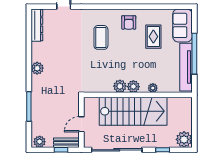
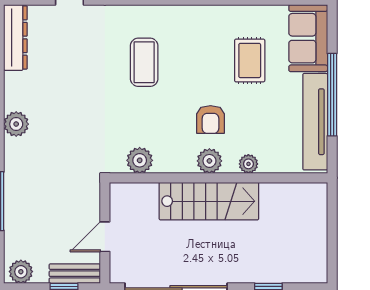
armchair: (129, 22) -> (210, 120), moved
plant: (120, 86) -> (140, 160), moved
stairs: (133, 111) -> (209, 201), width x0.73, depth x0.66
plant: (184, 139) -> (311, 267), removed

